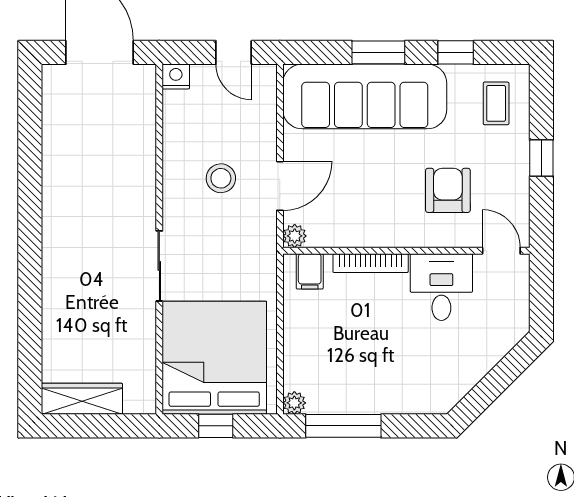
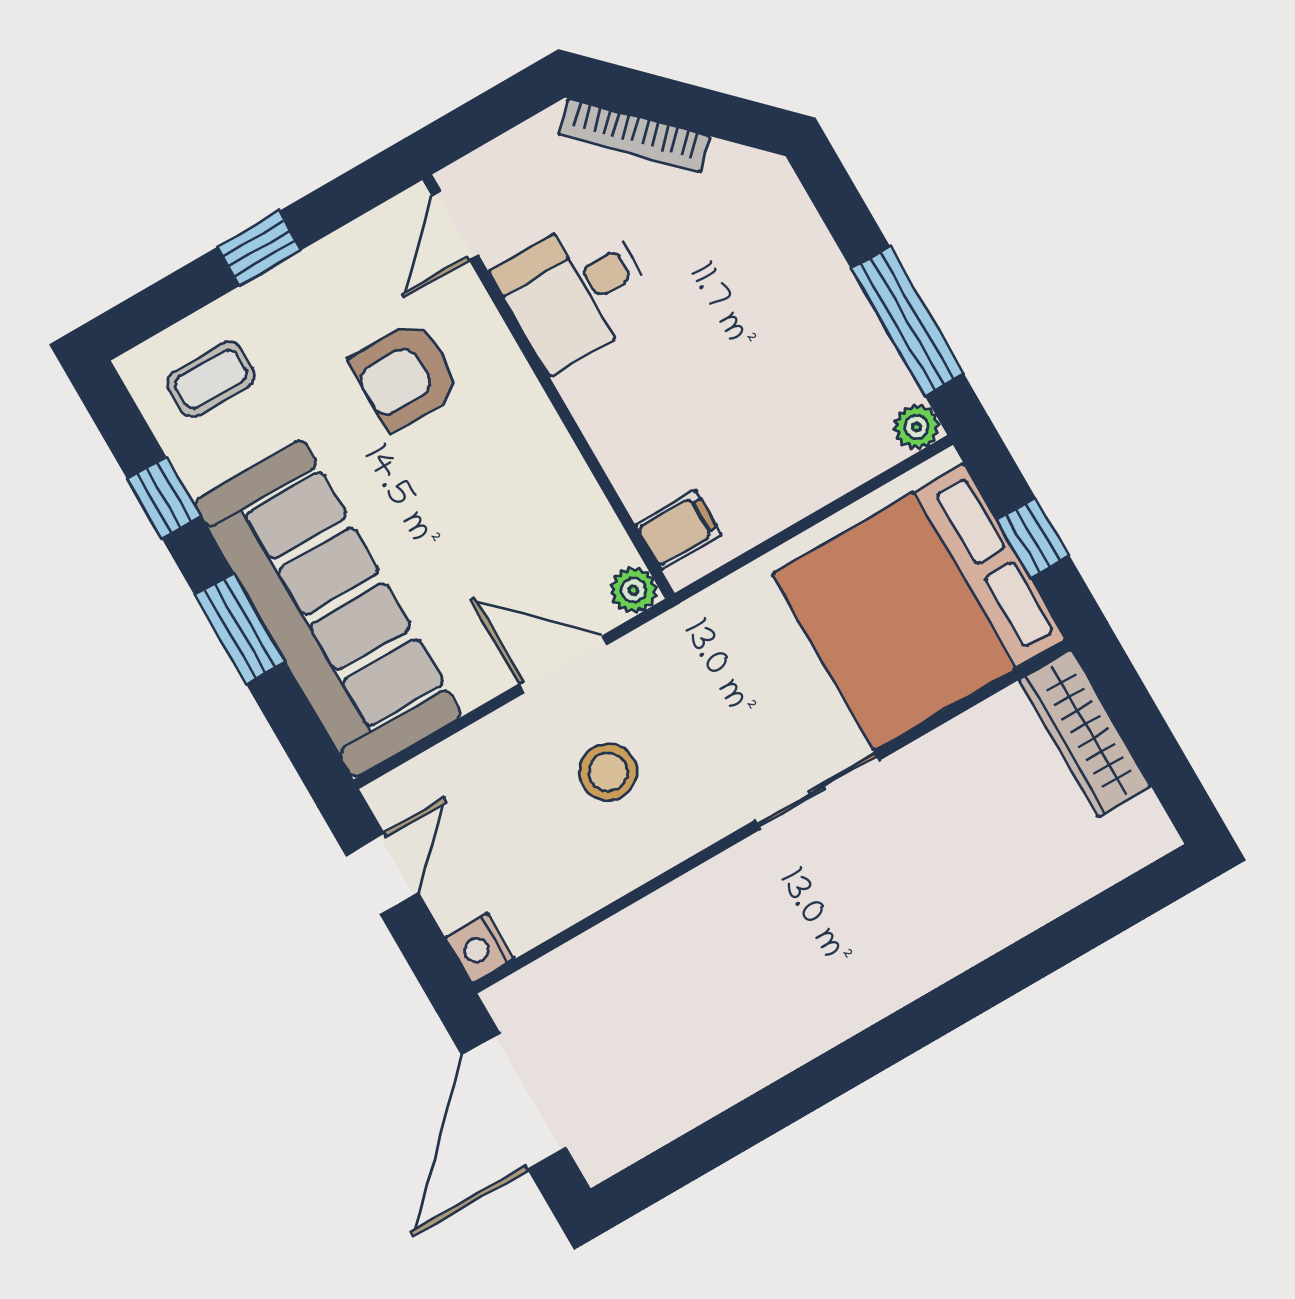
bookcase: (371, 263) -> (634, 135), moved, turned 135
wardrobe: (82, 399) -> (1085, 733), moved

